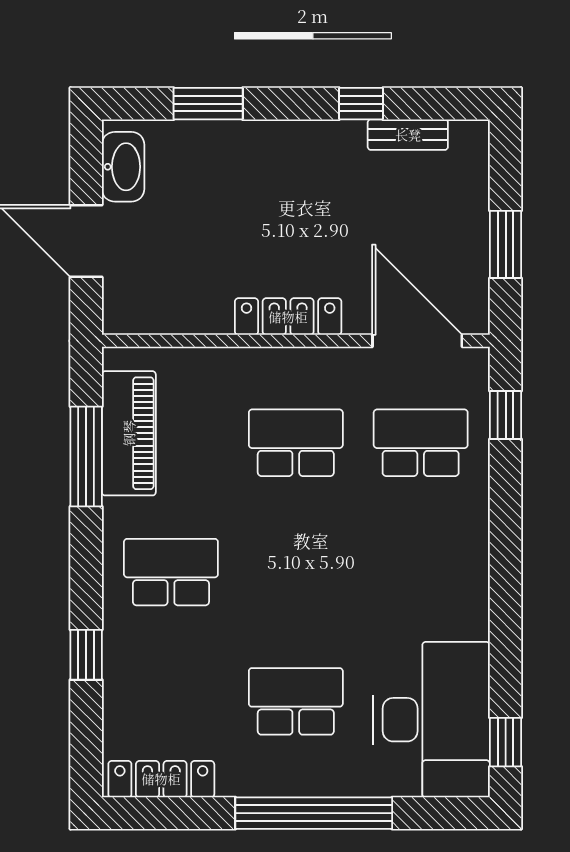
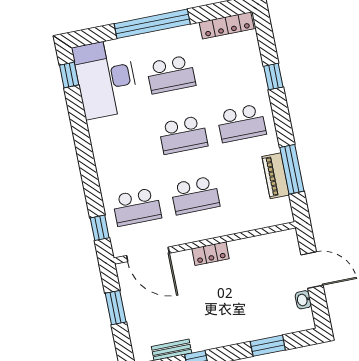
washbasin: (123, 167) -> (303, 300), width x0.52, depth x0.69
locker: (288, 317) -> (211, 254), width x0.66
piano: (129, 433) -> (276, 176), width x0.73, depth x0.75
school desk: (296, 572) -> (183, 135), added

